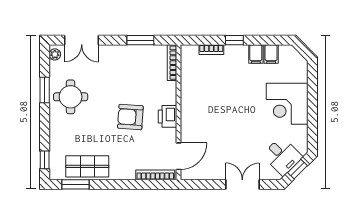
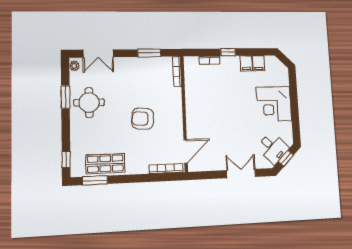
printer: (168, 116) -> (175, 117), removed

